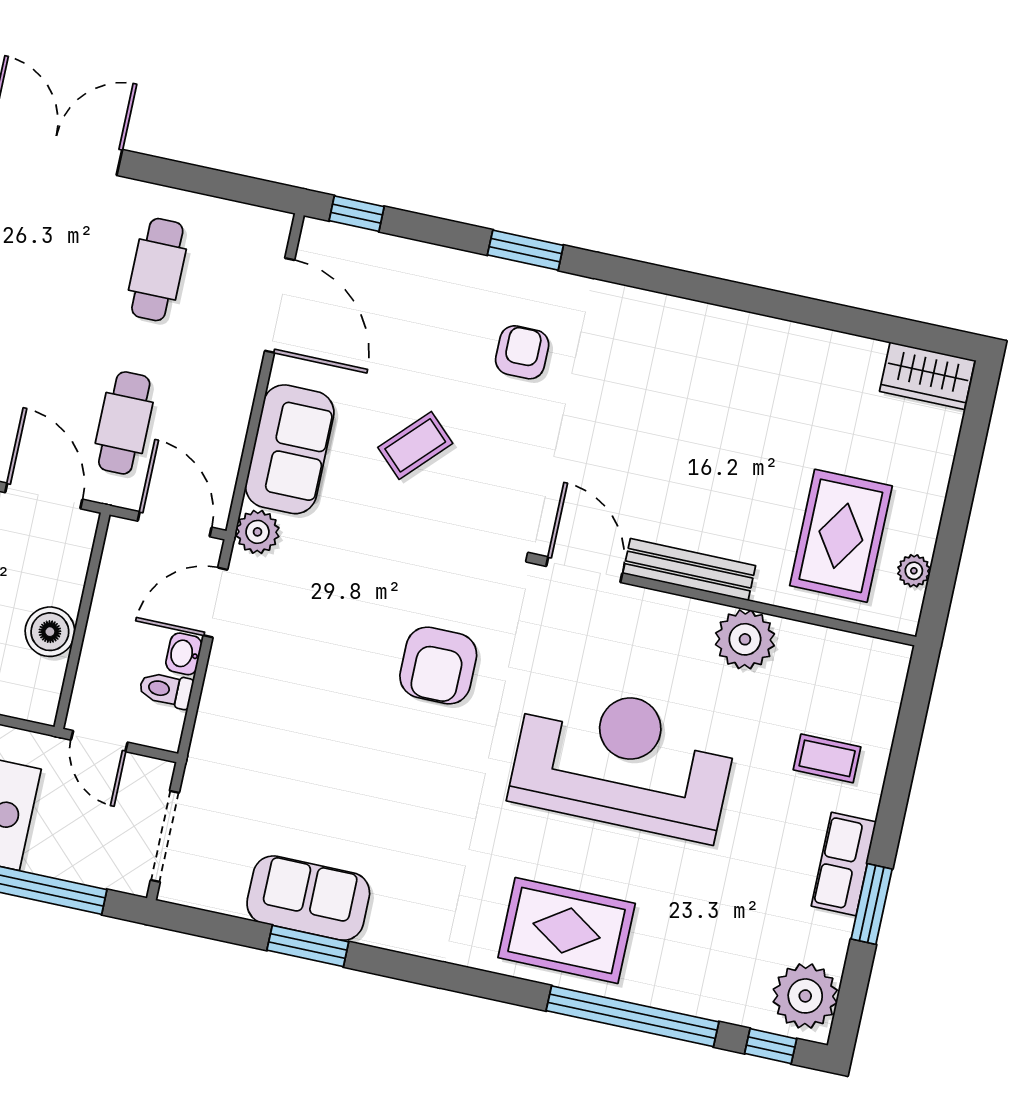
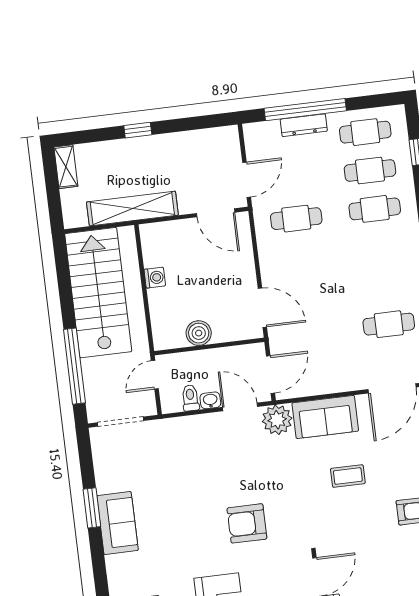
cafe table: (124, 423) -> (310, 334), removed
coffee table: (415, 445) -> (348, 476), turned -44
door: (44, 496) -> (262, 308), hinge flipped
plant: (257, 532) -> (277, 420), width x1.36, depth x1.36
sofa: (308, 898) -> (118, 523), moved

